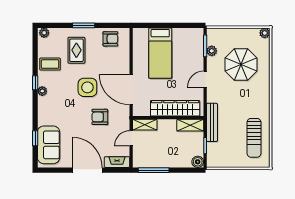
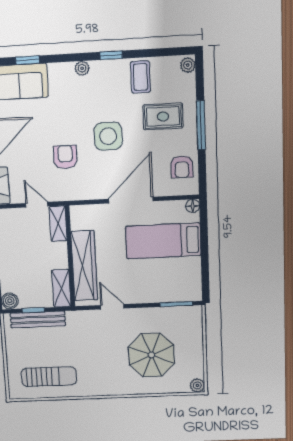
window: (84, 25) -> (201, 125), width x1.44
floor lamp: (137, 32) -> (193, 206), added
plant: (212, 51) -> (169, 314), removed
door: (205, 79) -> (112, 307), moved
door: (131, 90) -> (131, 200), moved
plant: (42, 91) -> (82, 68), moved
bench: (212, 122) -> (38, 320), moved
sun lounger: (254, 138) -> (49, 377), turned 180

